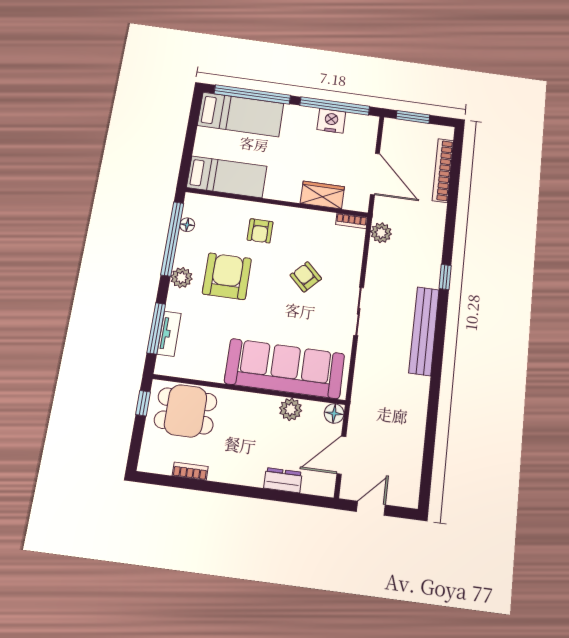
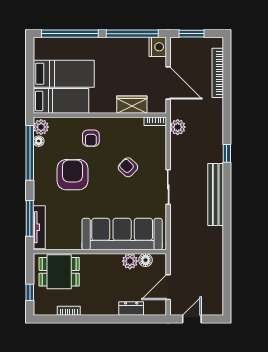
bed: (241, 114) -> (64, 74), moved
nightstand: (331, 121) -> (158, 47), moved, turned 90
plant: (182, 278) -> (41, 127), moved
tv unit: (169, 334) -> (39, 227), width x1.41
window: (143, 403) -> (30, 292), moved
floor lamp: (334, 413) -> (146, 260), moved

